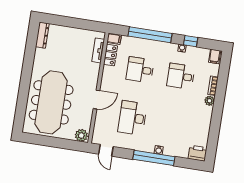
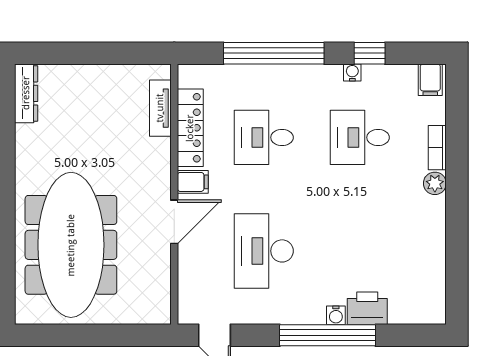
filing cabinet: (114, 39) -> (193, 182), moved
locker: (110, 55) -> (190, 128), width x1.53
plant: (81, 135) -> (153, 310), removed
printer: (198, 153) -> (367, 308), moved

